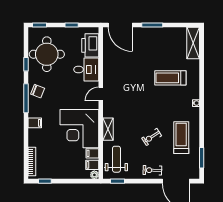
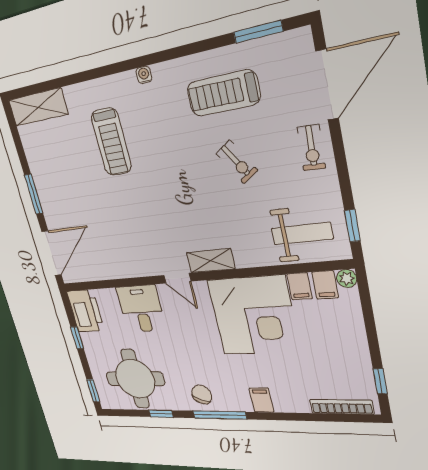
printer: (90, 45) -> (86, 311), moved, turned -90
shelving: (108, 129) -> (211, 261), moved
weight bench: (116, 159) -> (302, 234), turned 180

